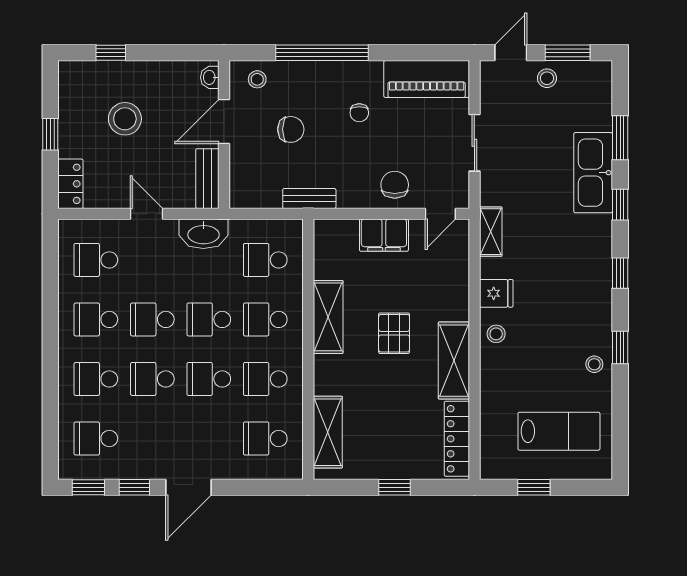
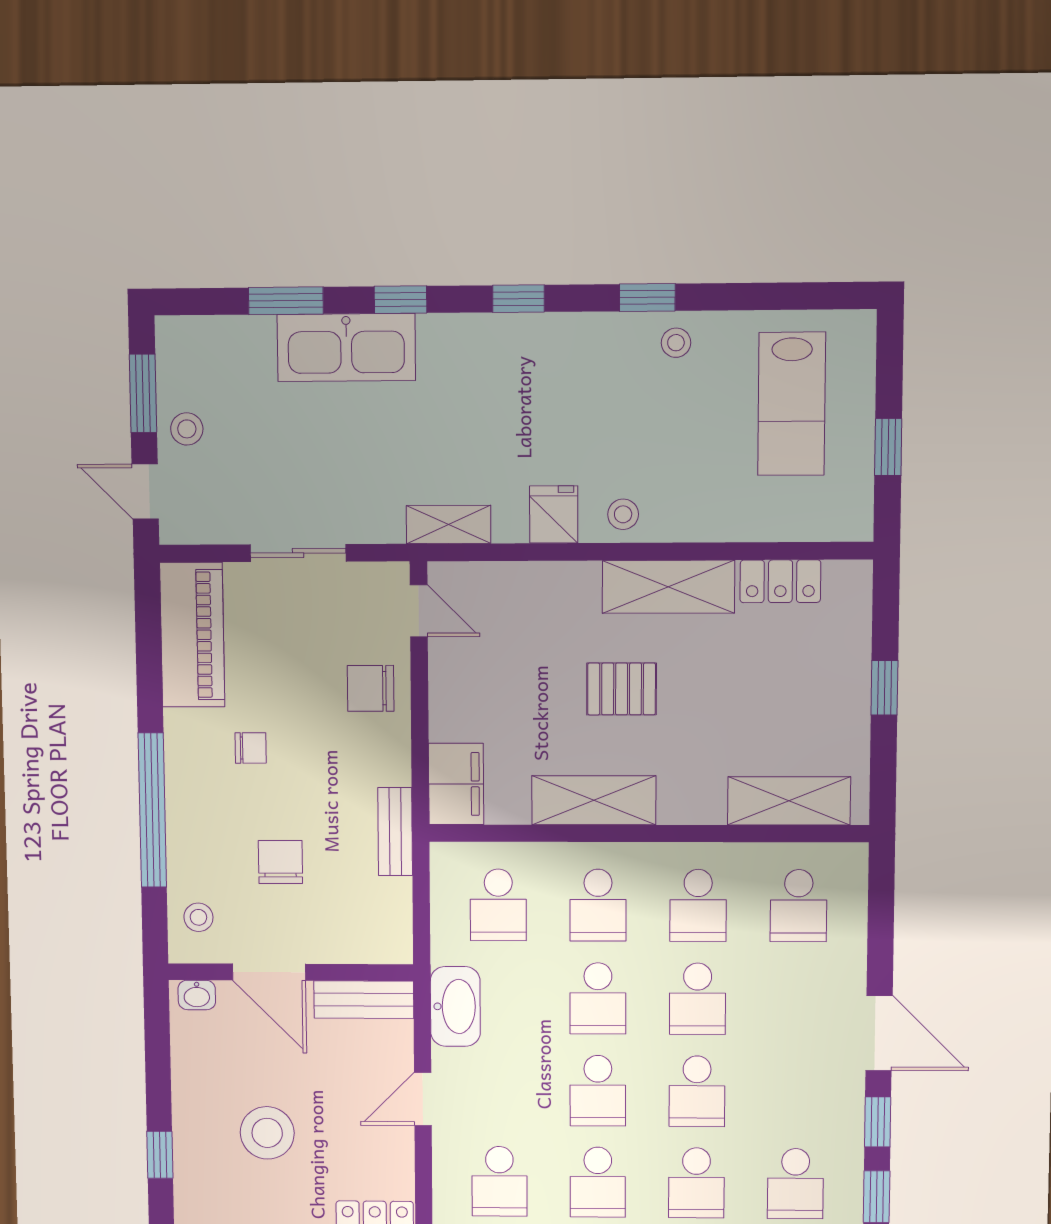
filing cabinet: (384, 235) -> (456, 784), moved
lab bench: (559, 431) -> (792, 404), turned 180
locker: (457, 439) -> (780, 581), width x0.66

